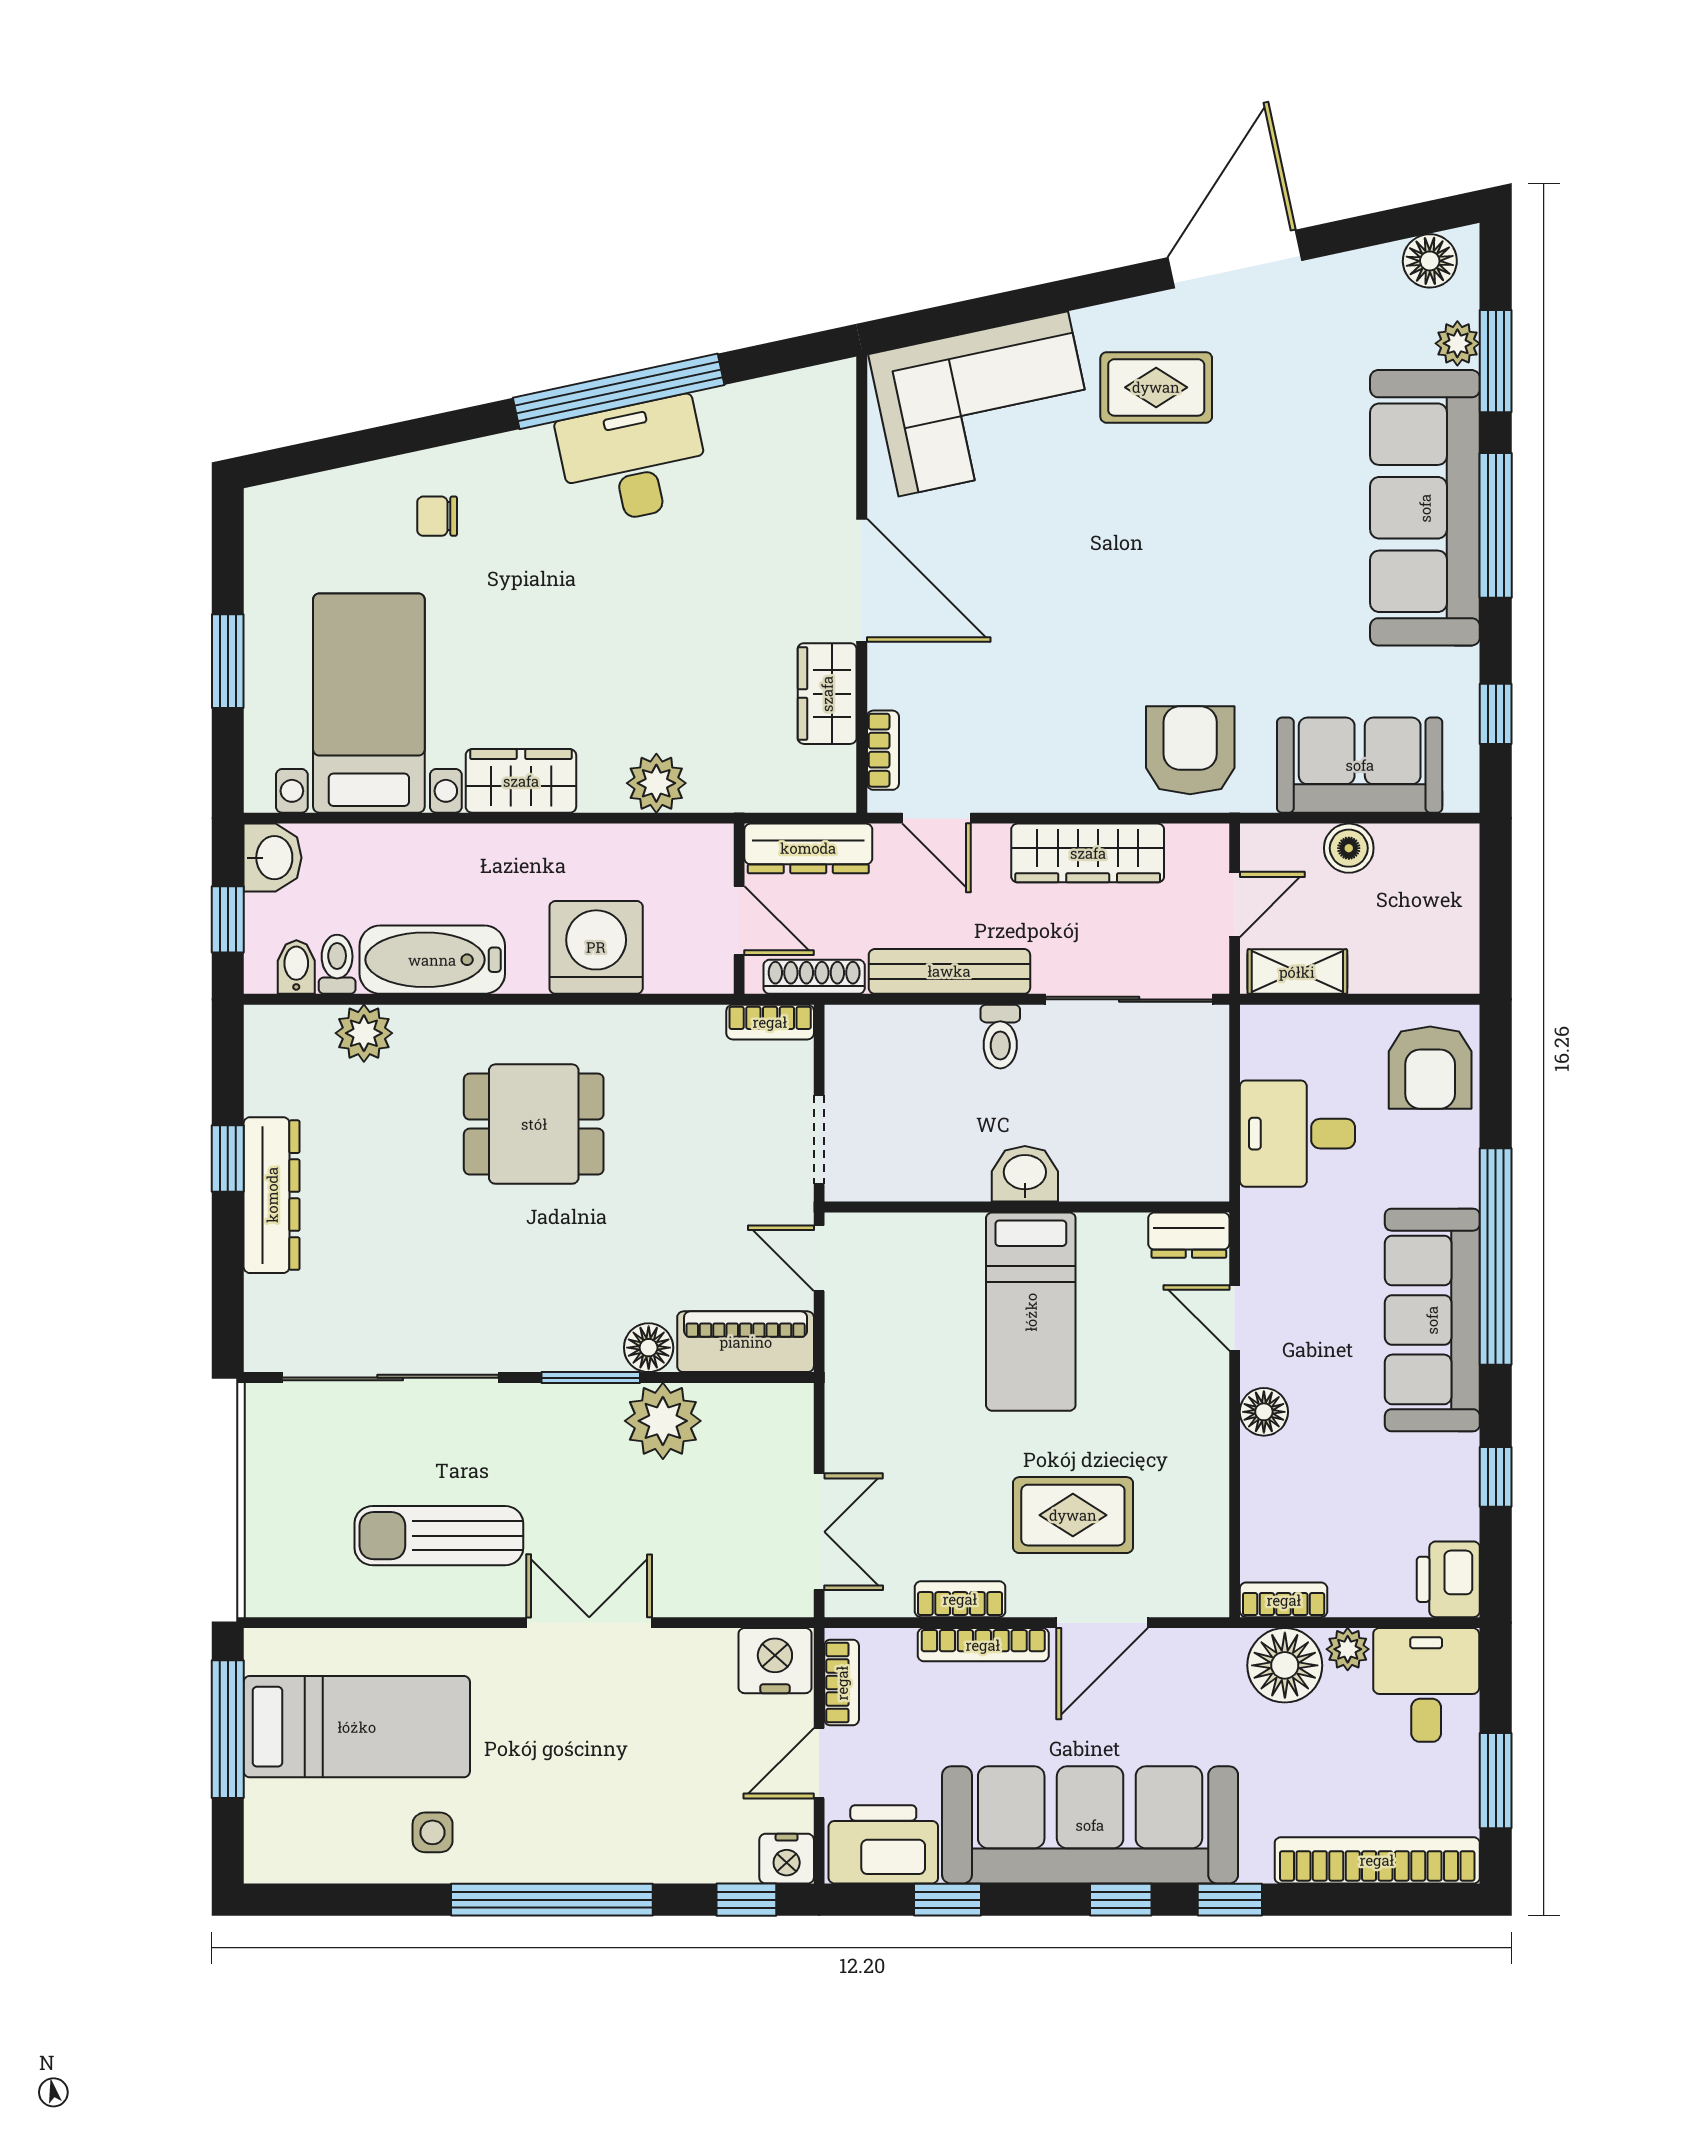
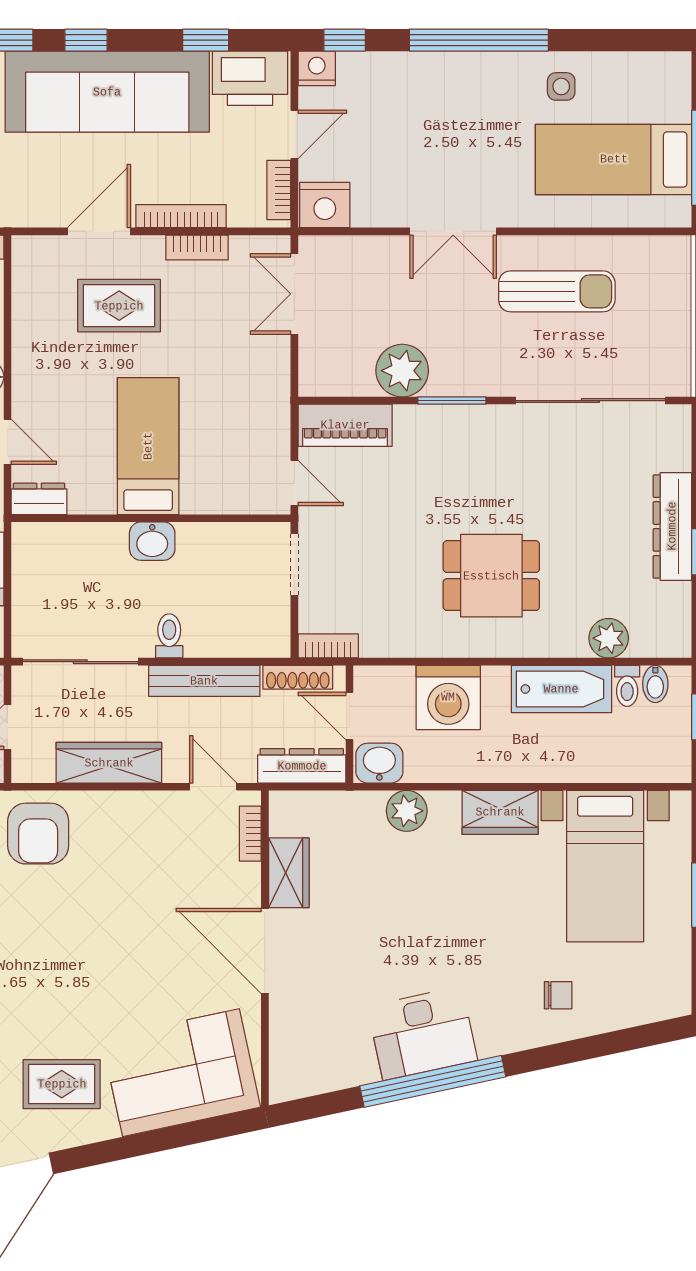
washbasin: (273, 858) -> (379, 763), moved, turned 90
floor lamp: (649, 1348) -> (412, 421), removed

